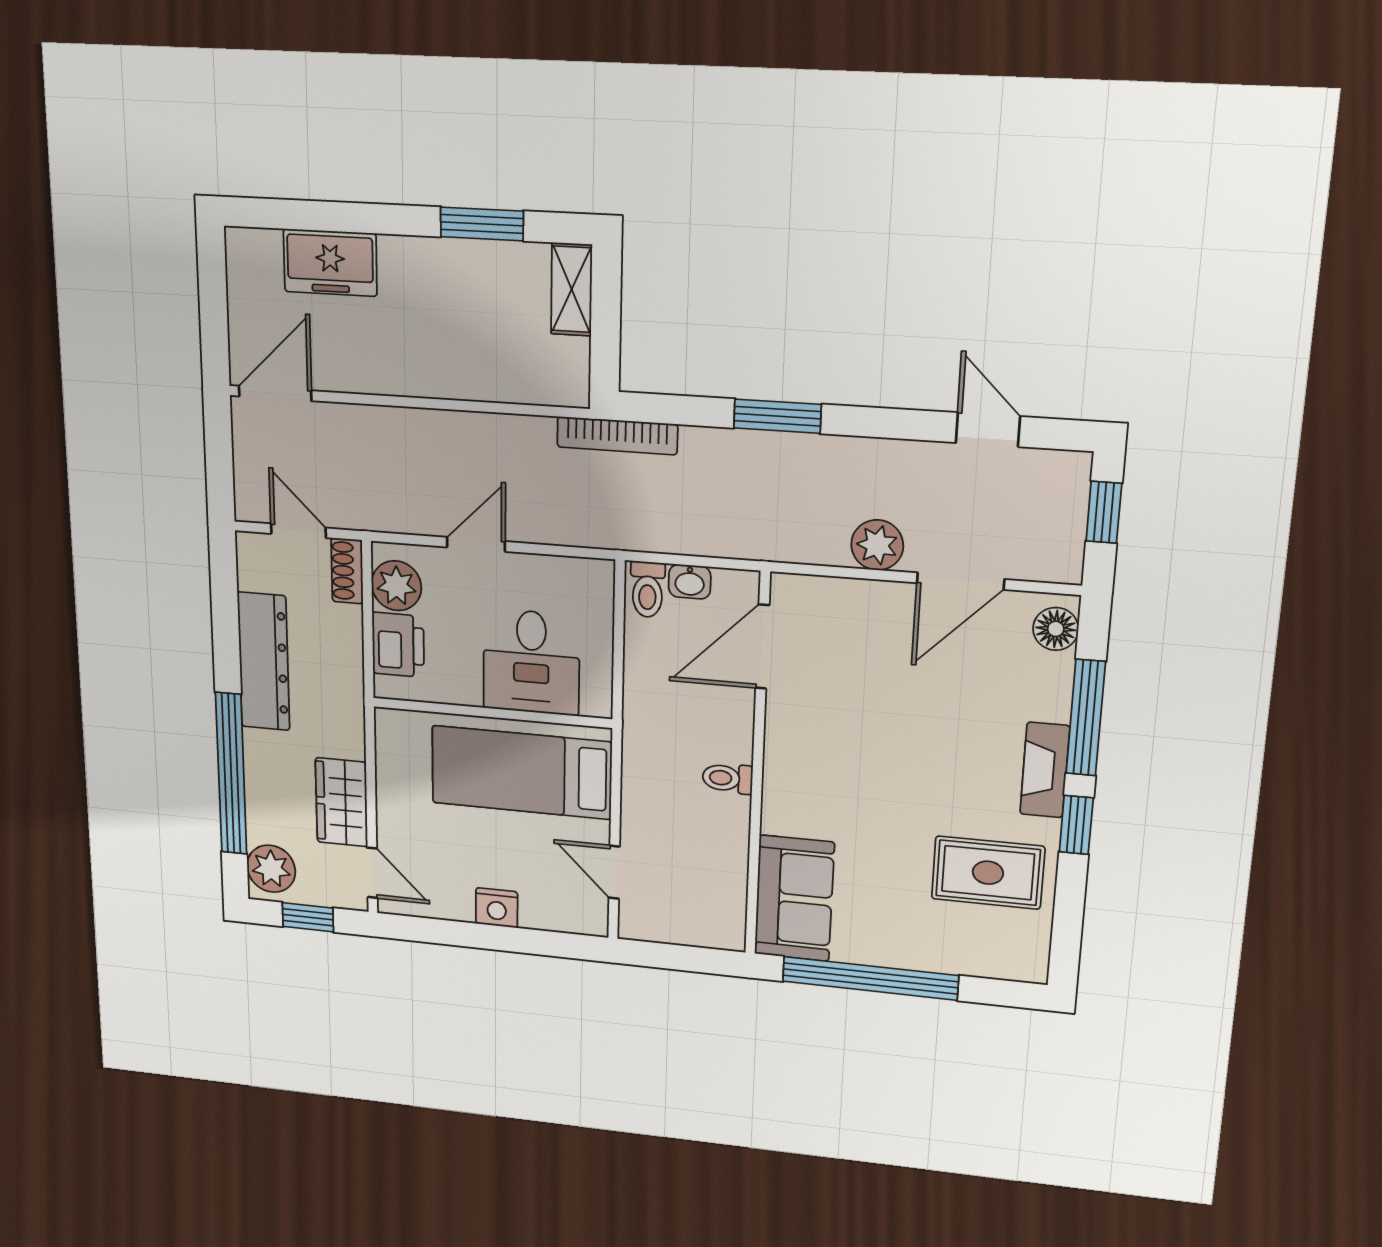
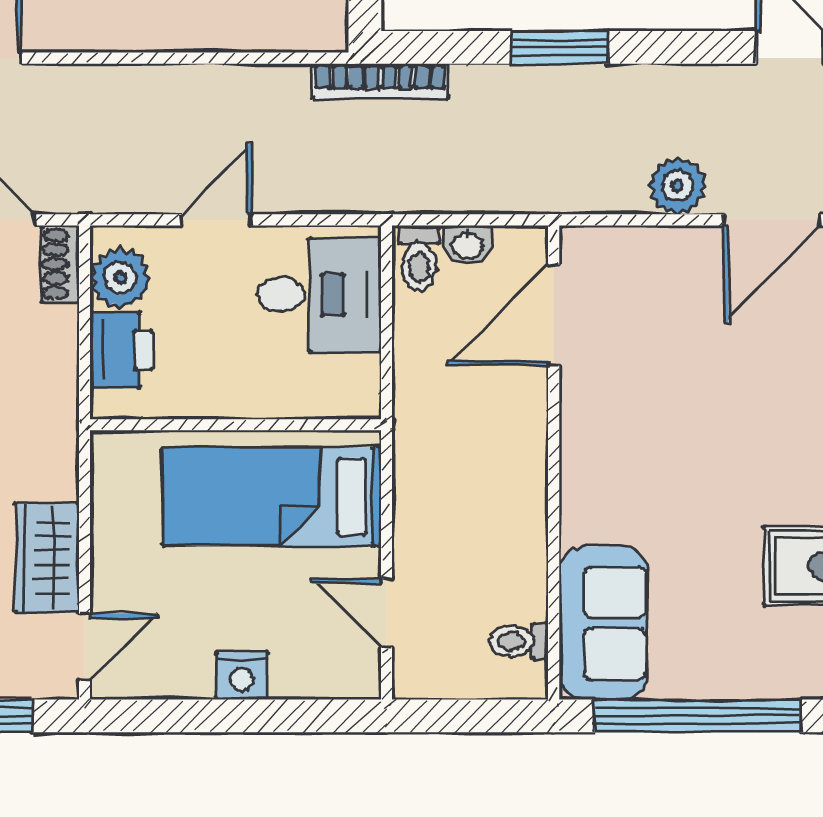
desk: (531, 662) -> (319, 295), moved, turned -90
toilet: (728, 778) -> (519, 641), moved
door: (372, 873) -> (85, 647), hinge flipped

